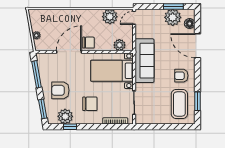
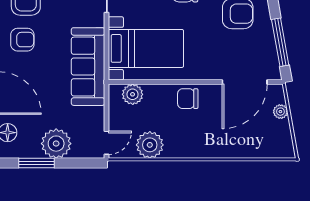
plant: (173, 17) -> (56, 144), moved
door: (69, 52) -> (245, 82), moved

